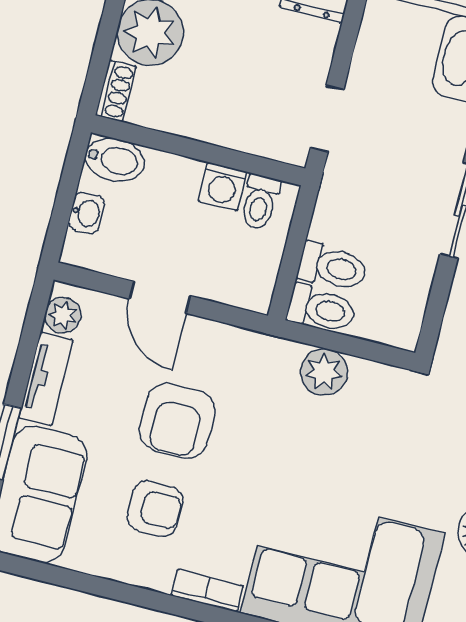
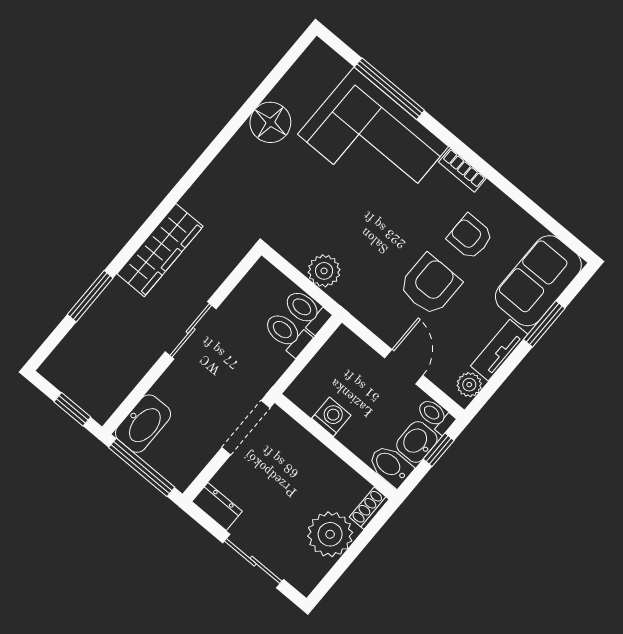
doorway: (327, 118) -> (246, 428), width x1.38
toilet: (260, 202) -> (436, 416), moved, turned -90
window: (62, 211) -> (439, 450), added
washbasin: (87, 213) -> (417, 442), width x1.38, depth x1.45

